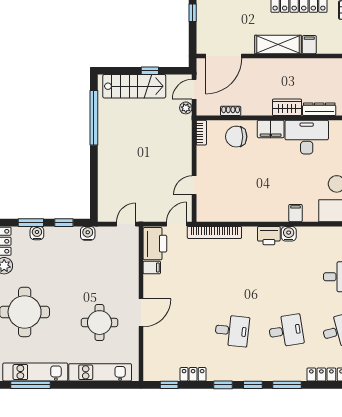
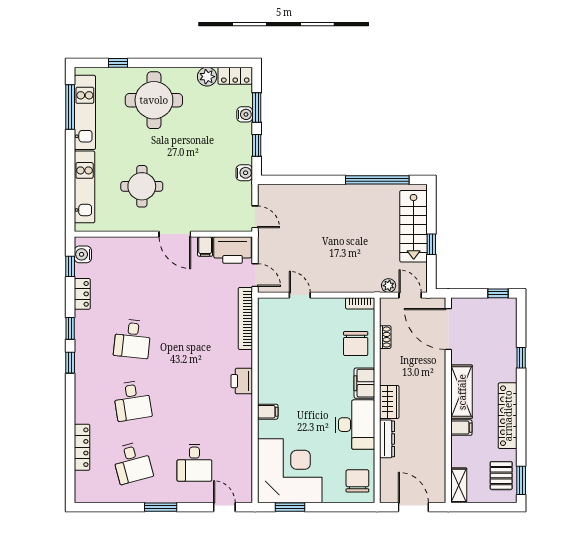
chair: (236, 137) -> (356, 344), turned 180
water cooler: (289, 234) -> (83, 254), moved, turned 180
door: (141, 313) -> (175, 234), moved
window: (287, 385) -> (70, 402), removed

